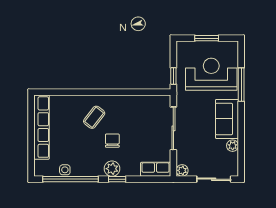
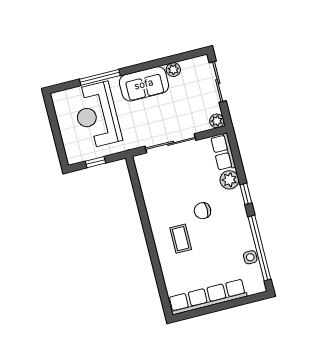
window: (207, 38) -> (56, 131), removed
window: (173, 76) -> (95, 162), moved
coffee table: (94, 117) -> (181, 239), turned 52
plant: (112, 169) -> (229, 180), moved

